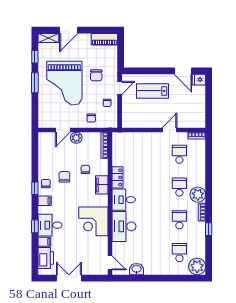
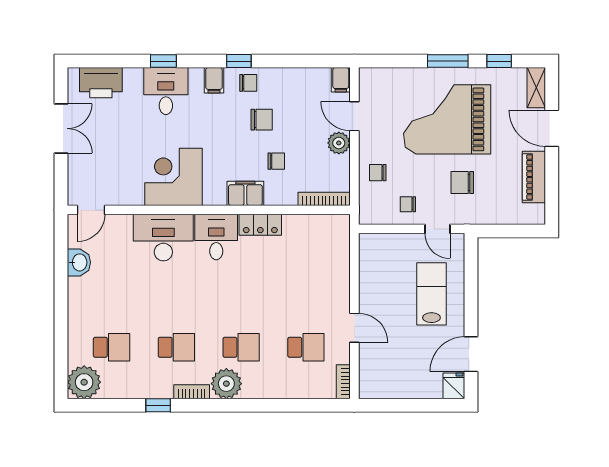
piano: (104, 39) -> (534, 177), moved
filing cabinet: (44, 242) -> (341, 80), moved

